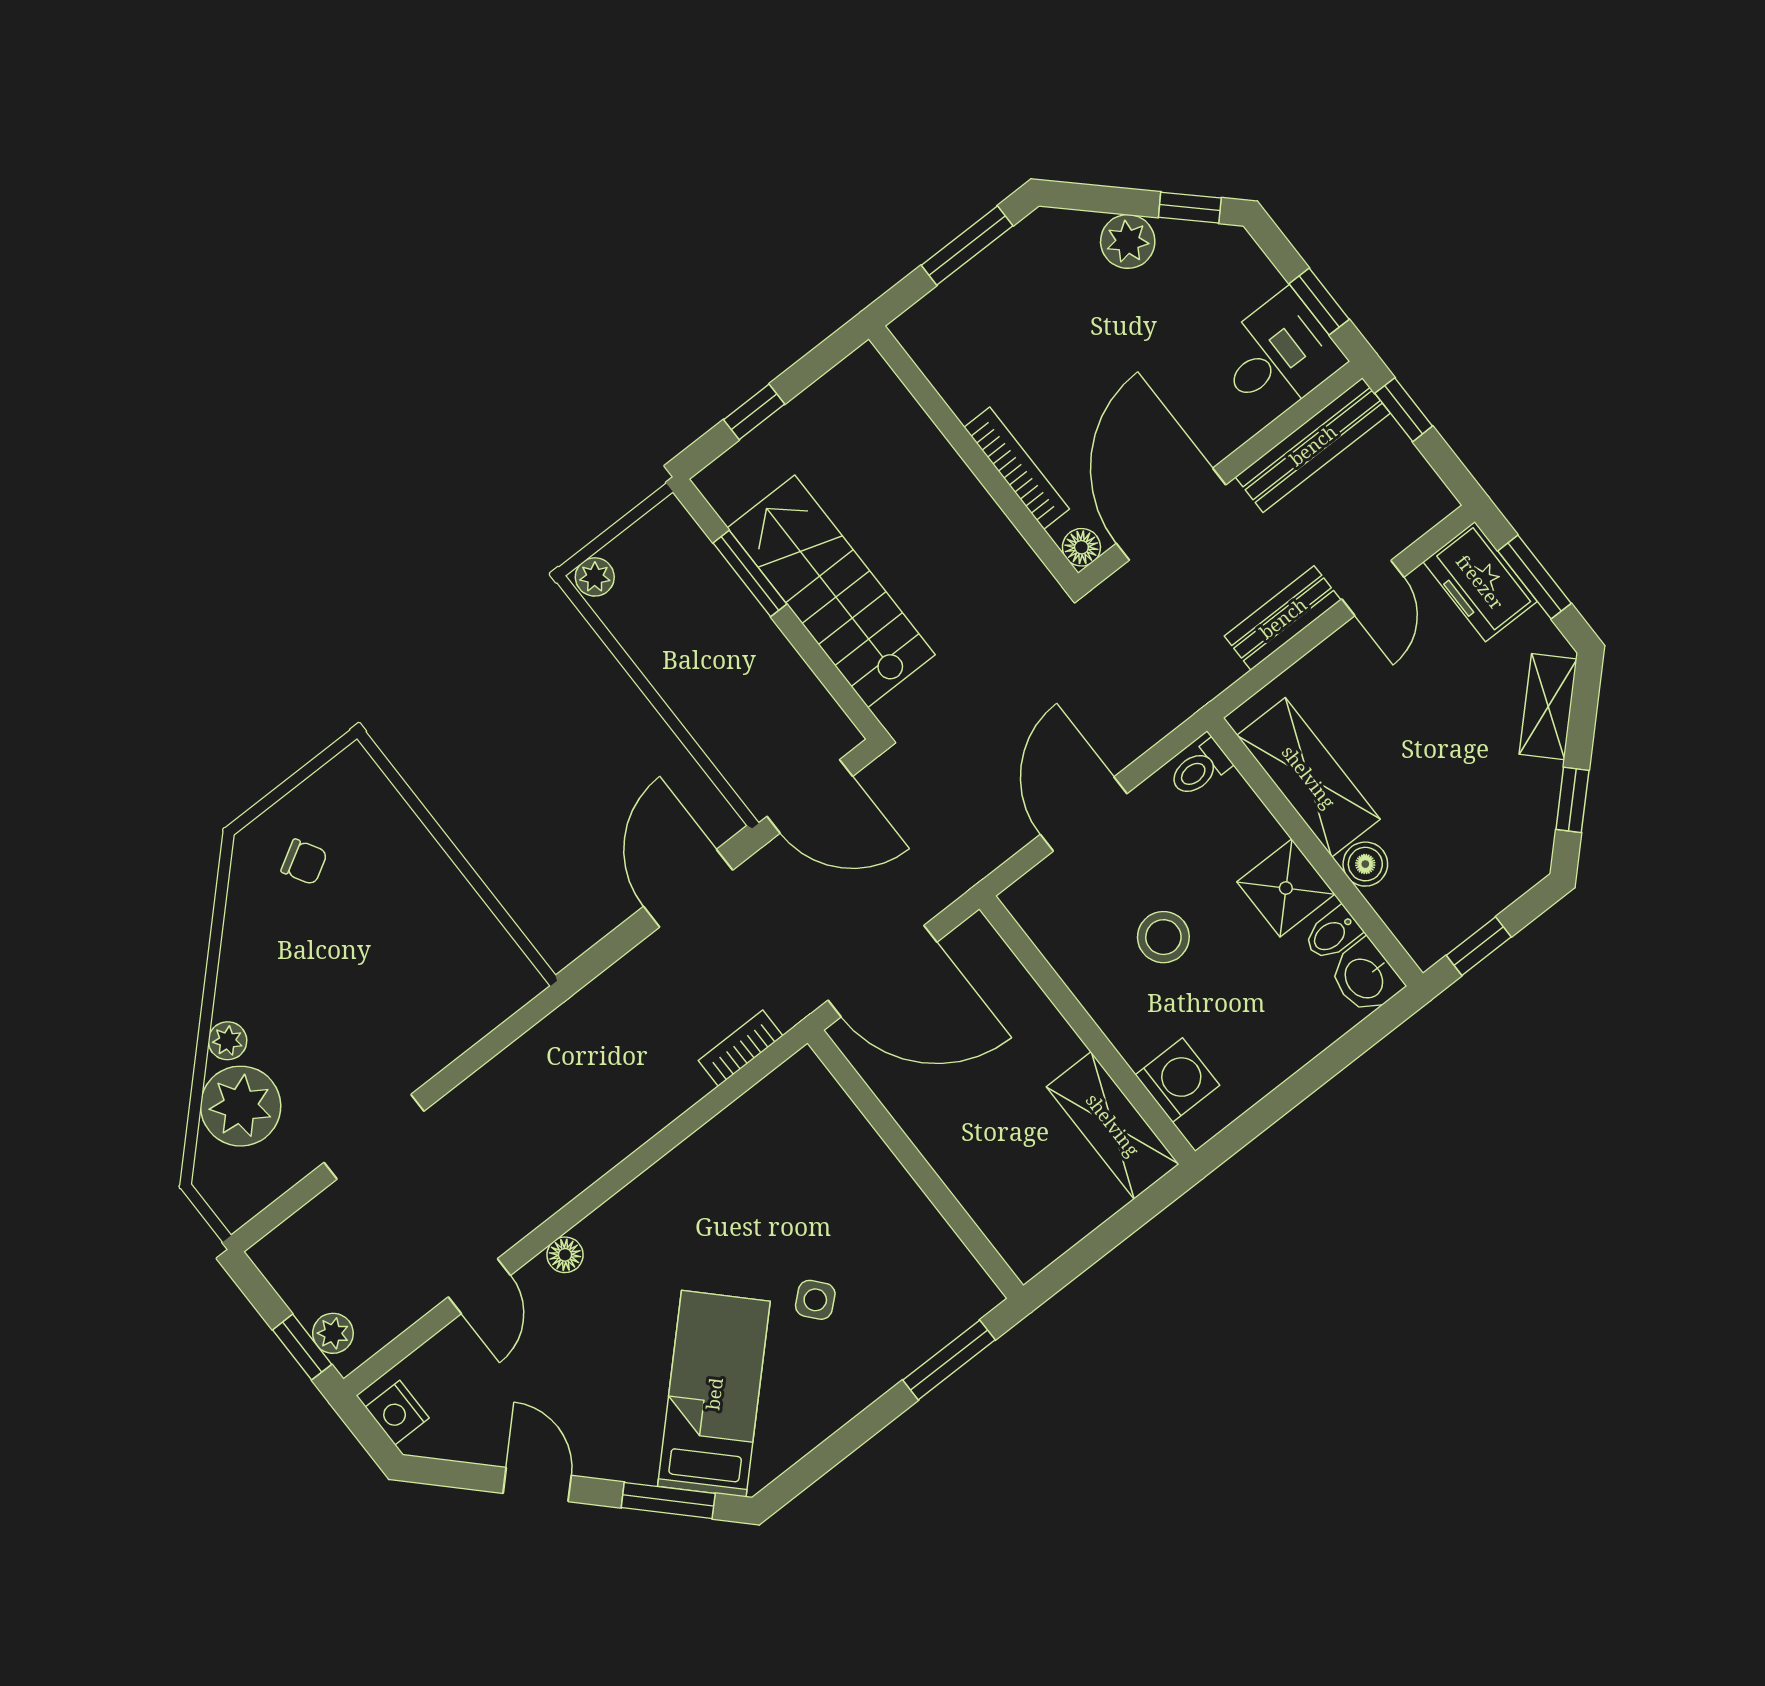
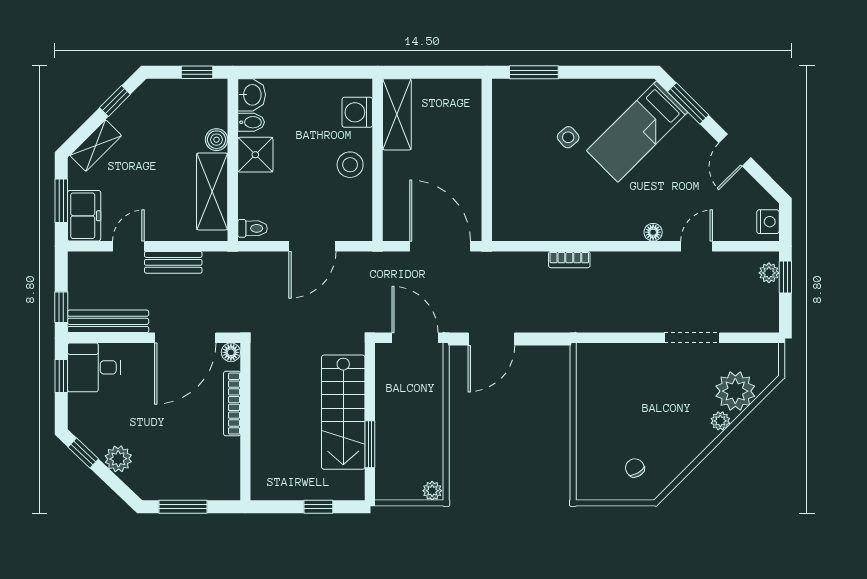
stool: (1163, 937) -> (350, 165), moved
bookcase: (741, 1048) -> (569, 260), moved

